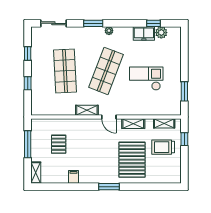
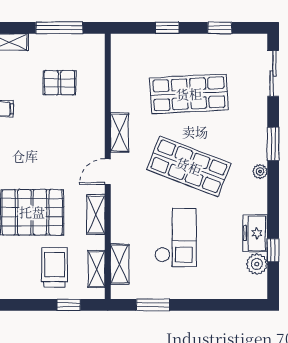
shelving: (161, 110) -> (120, 264), added

